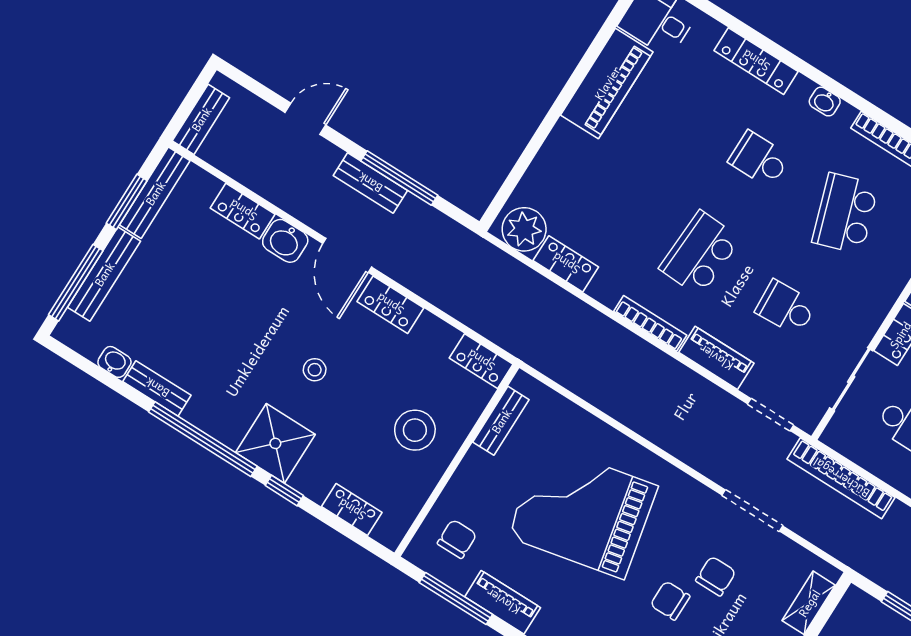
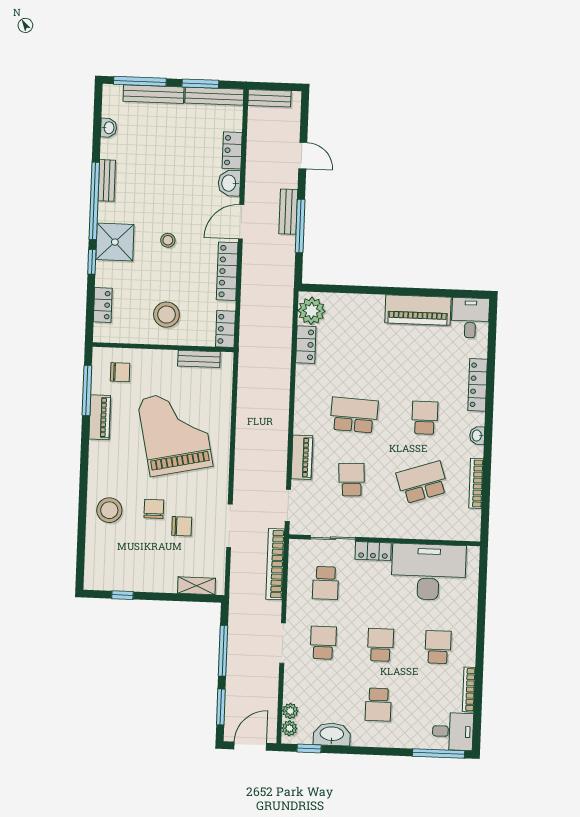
locker: (390, 305) -> (227, 271), width x1.53
bookcase: (650, 323) -> (300, 410), removed
bench: (157, 388) -> (107, 180), moved

